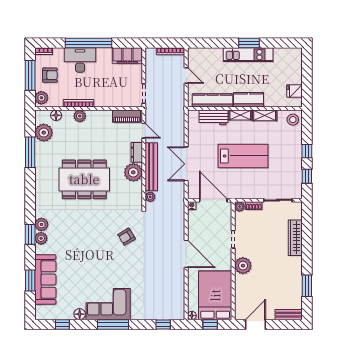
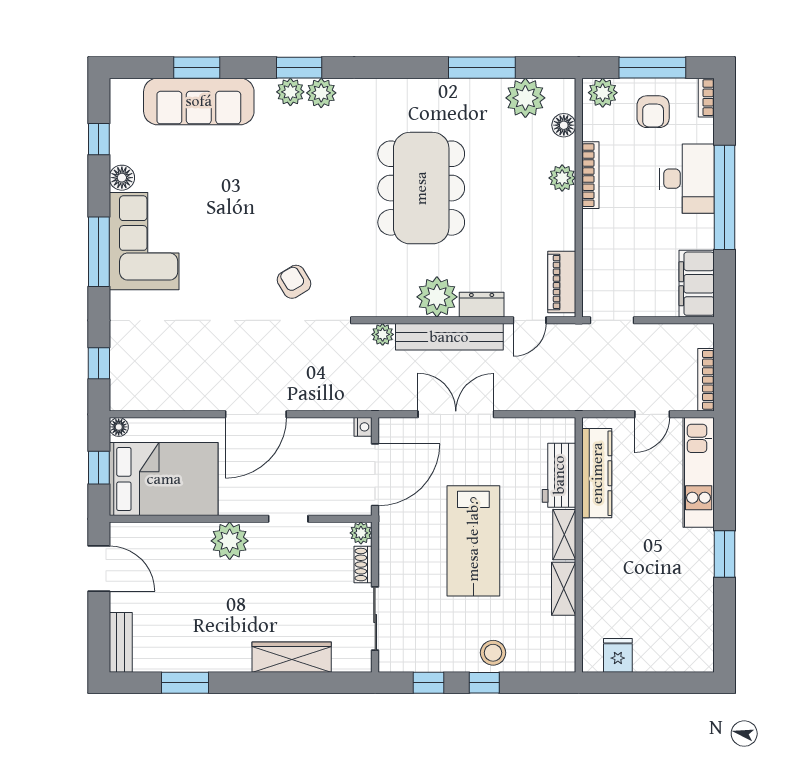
kitchen unit: (248, 55) -> (699, 472), moved
kitchen counter: (249, 100) -> (598, 553), removed
stool: (293, 120) -> (493, 653), moved

